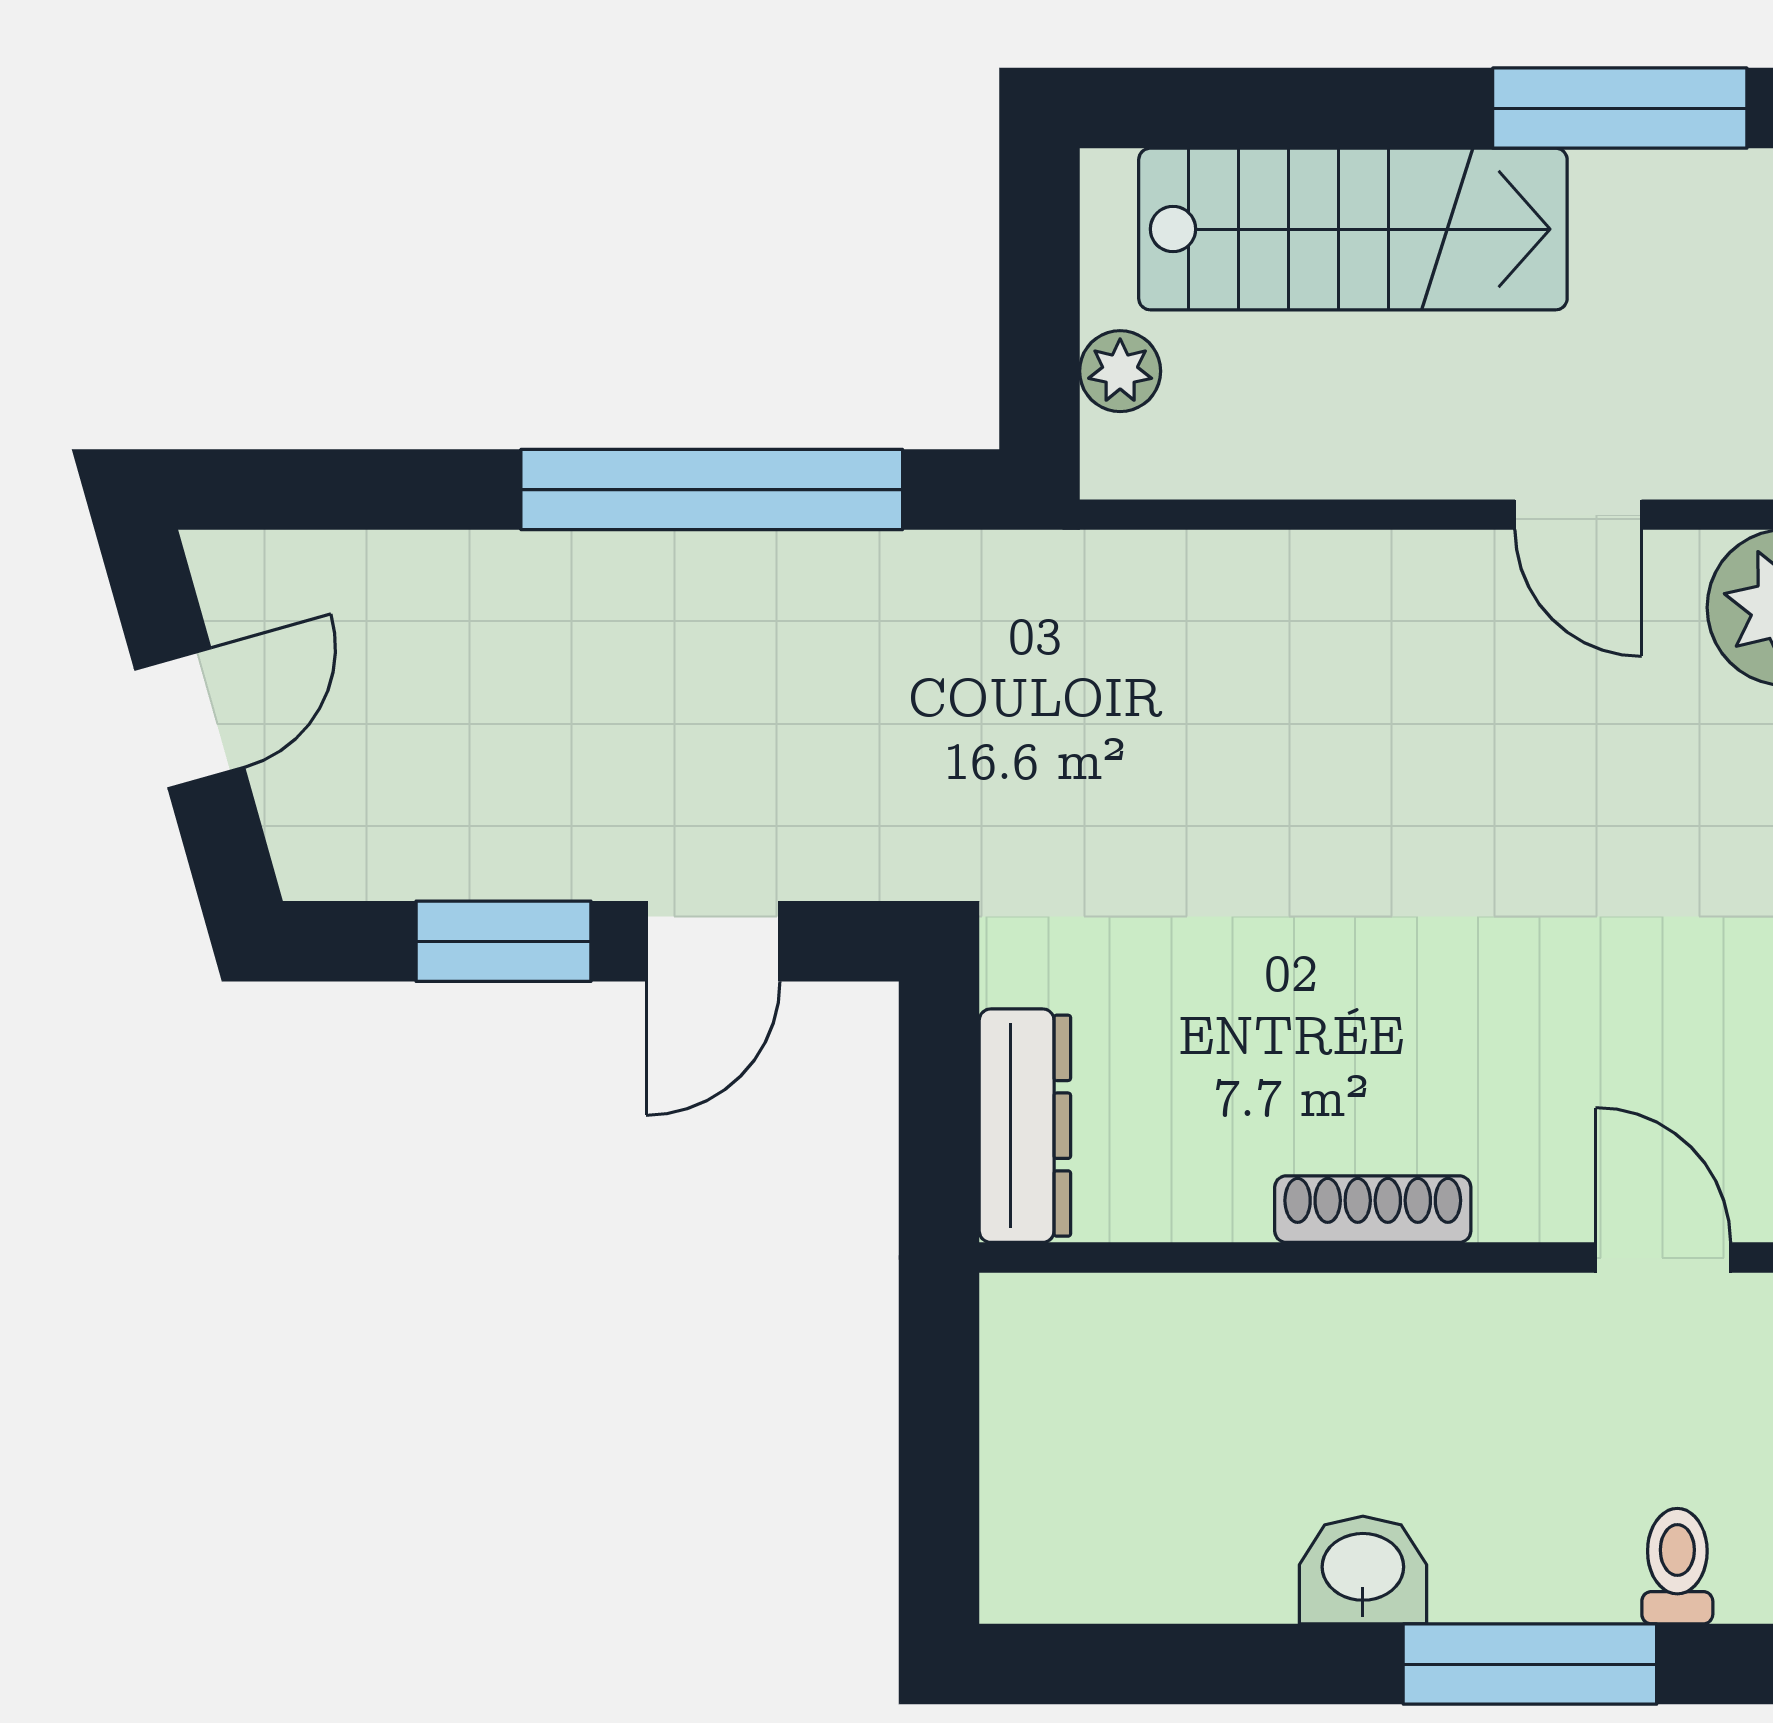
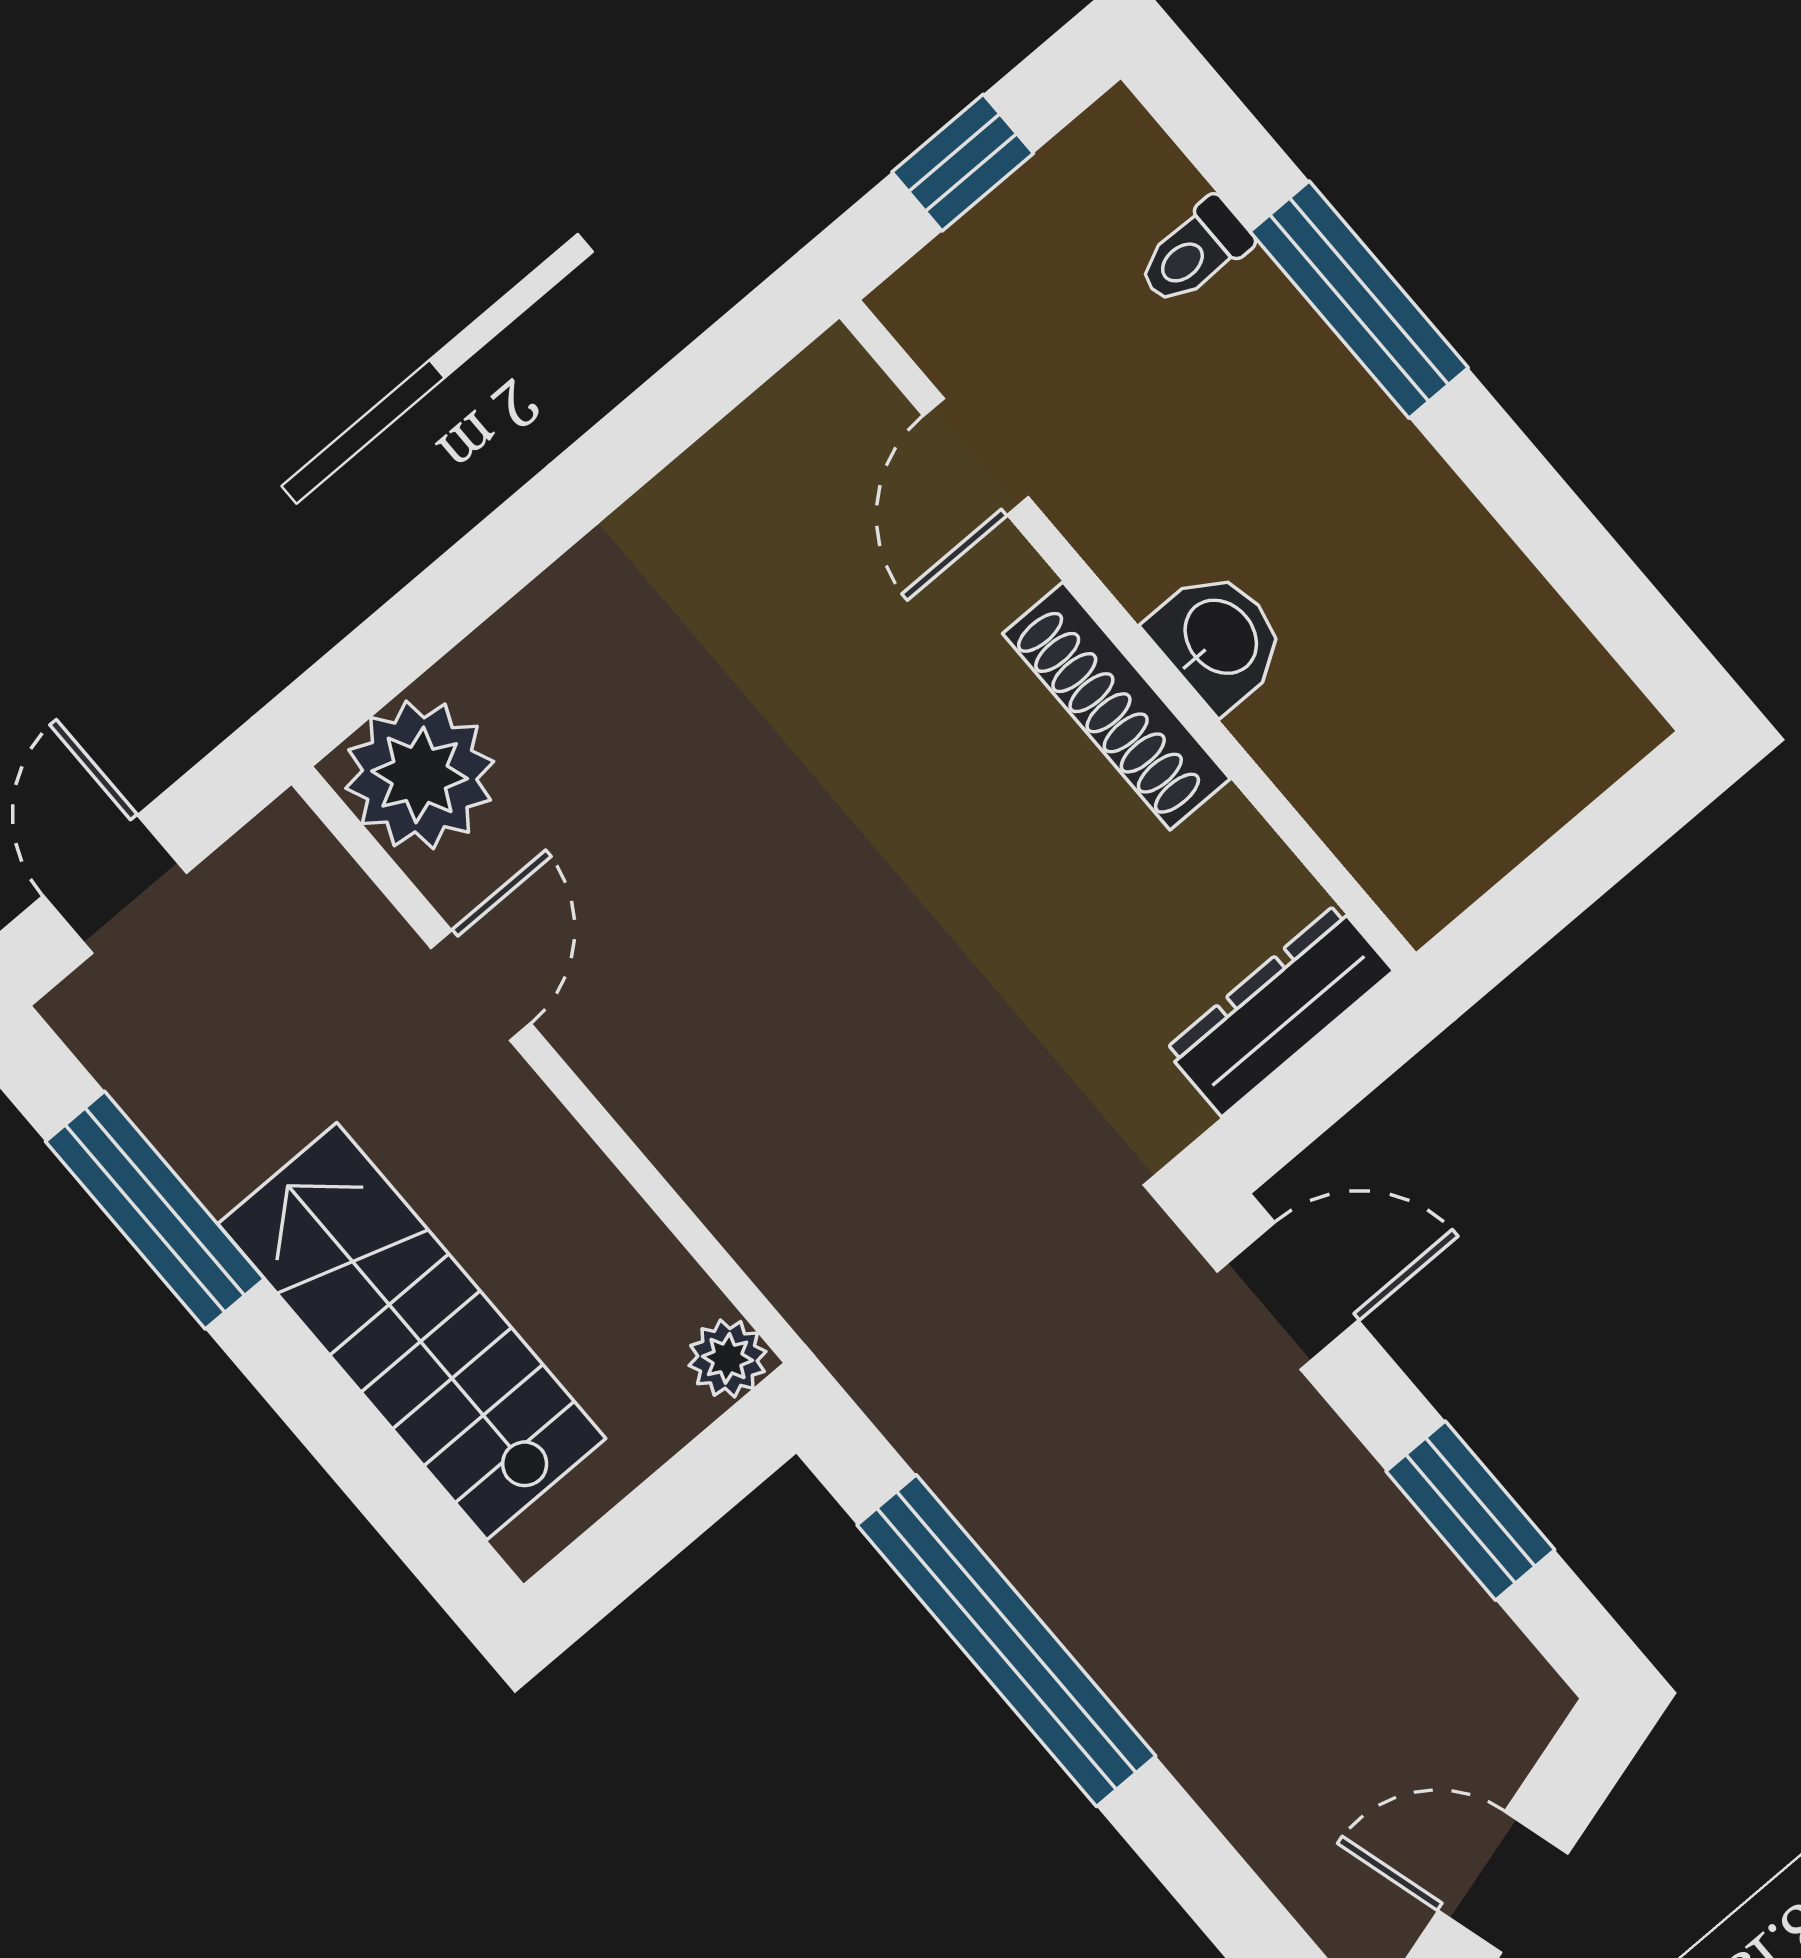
plant: (1120, 371) -> (728, 1358), moved
door: (713, 941) -> (1288, 1296), moved
shoe rack: (1373, 1209) -> (1116, 706), width x1.36, depth x1.24
washbasin: (1363, 1570) -> (1218, 639), moved, turned 180

